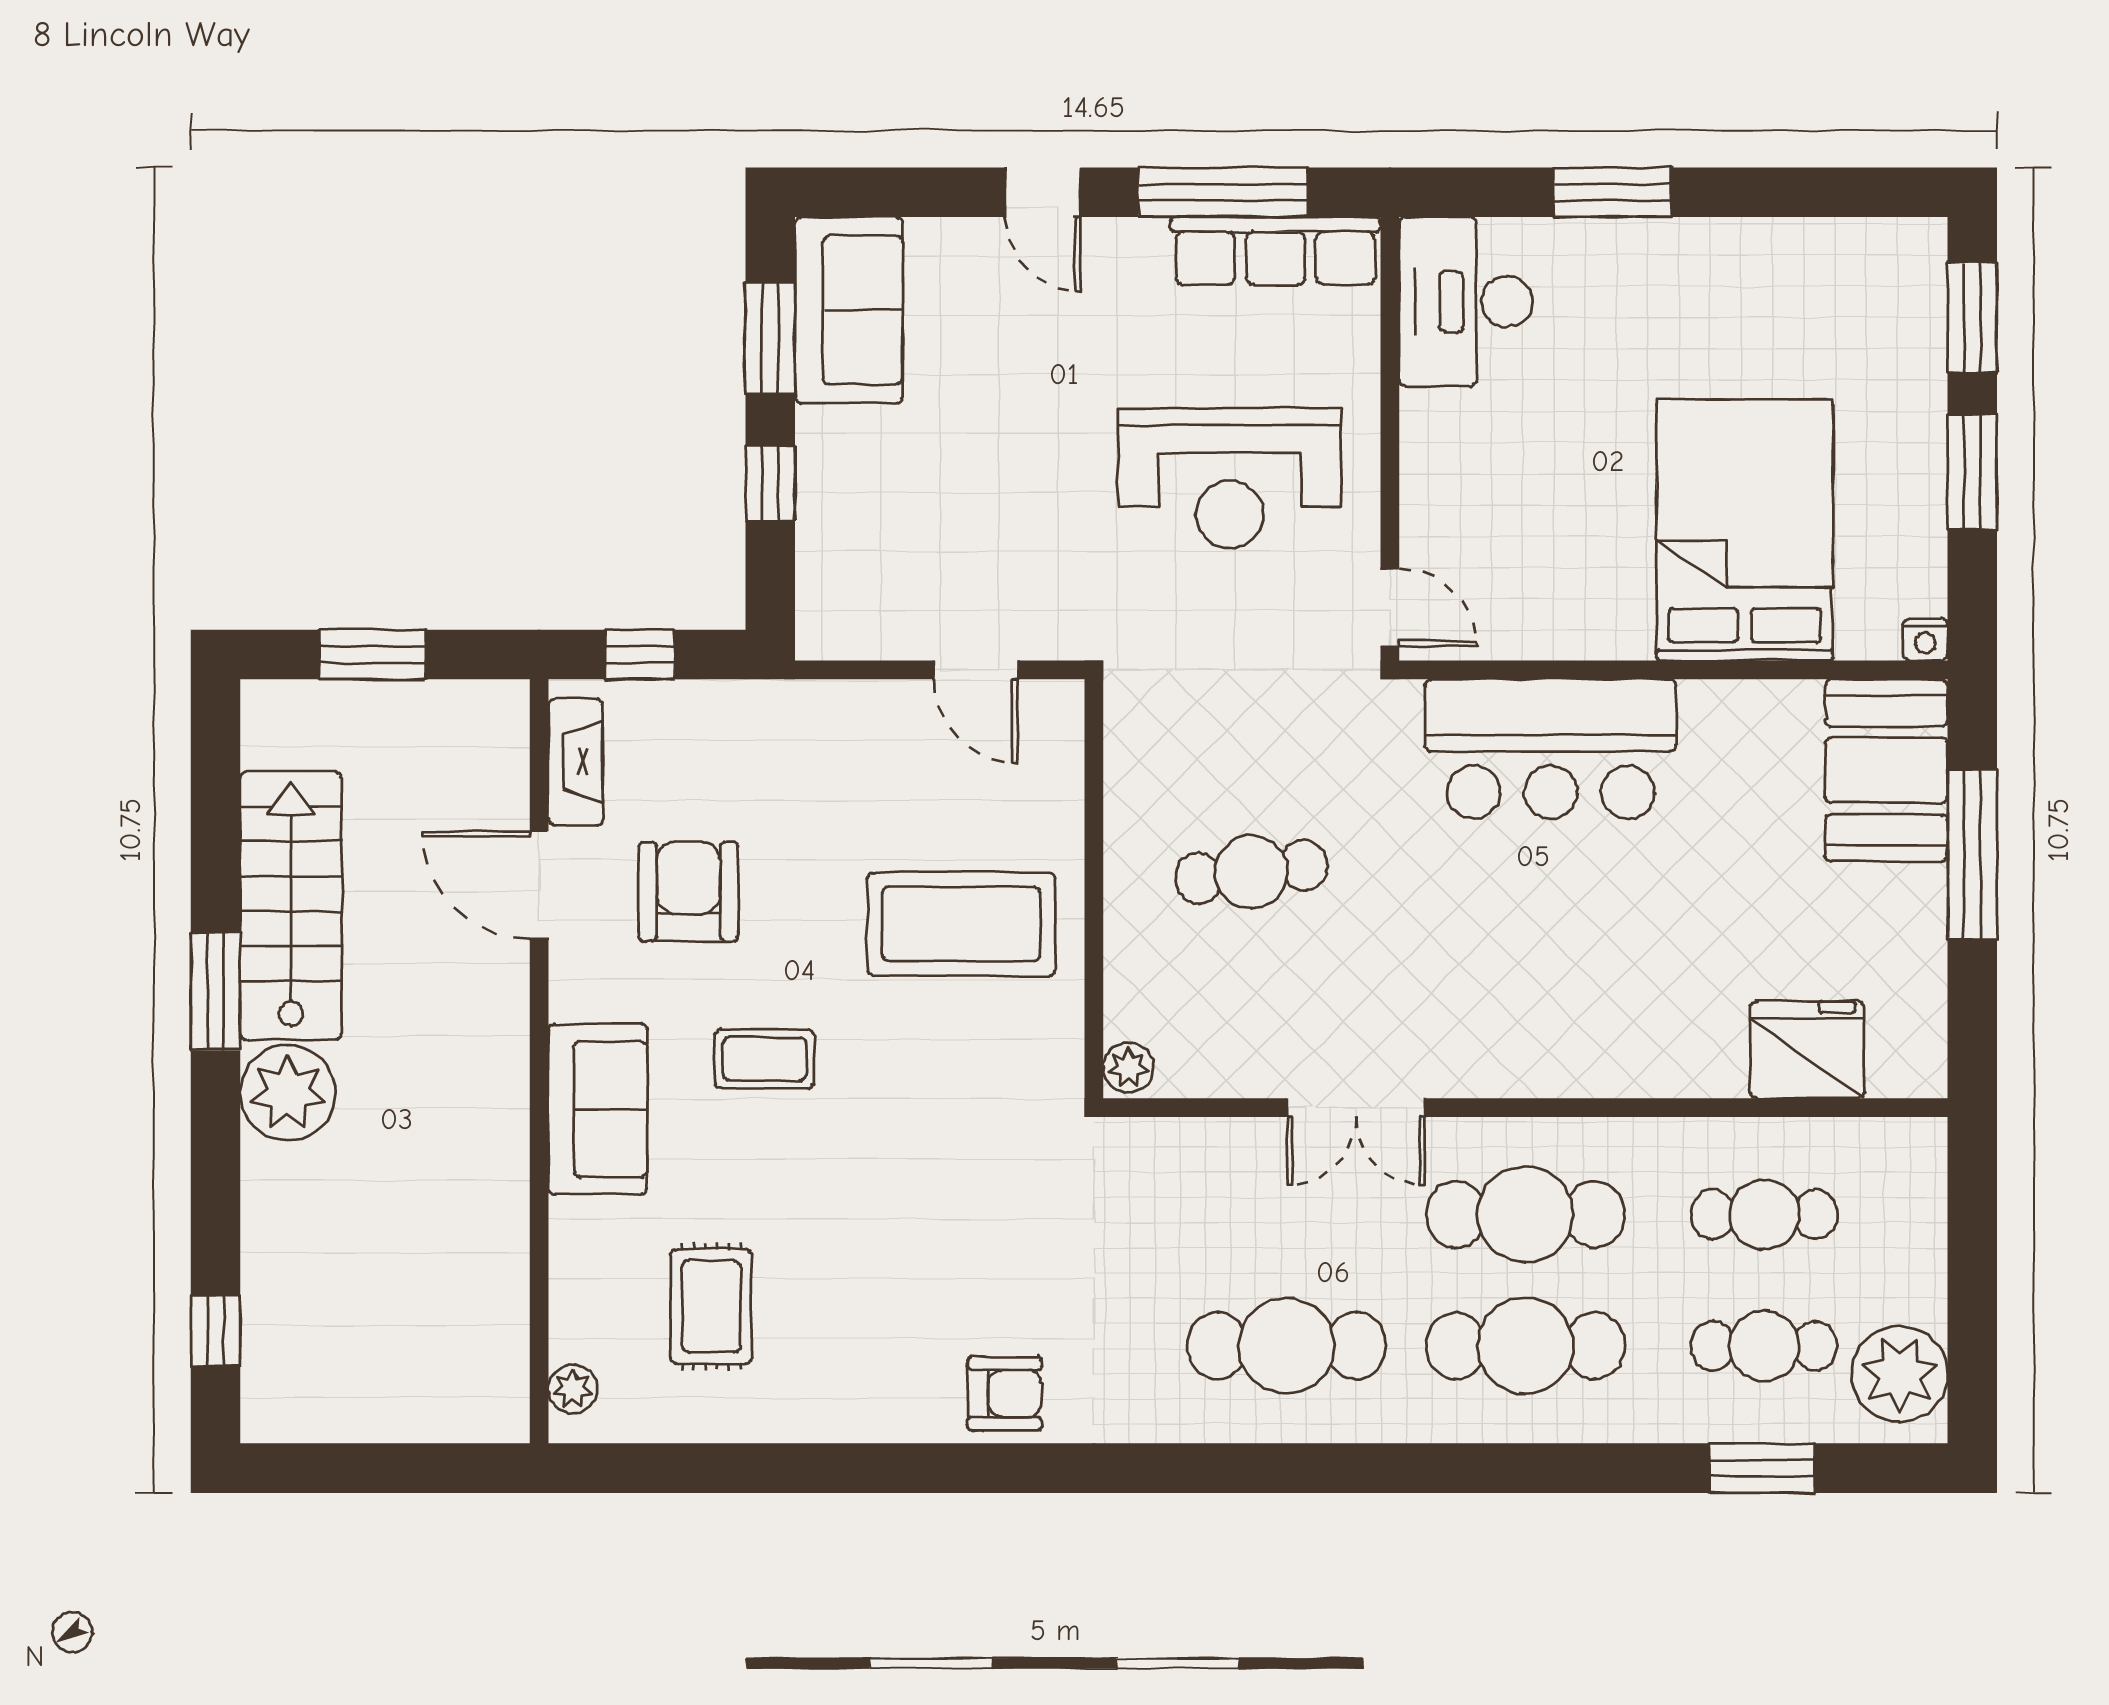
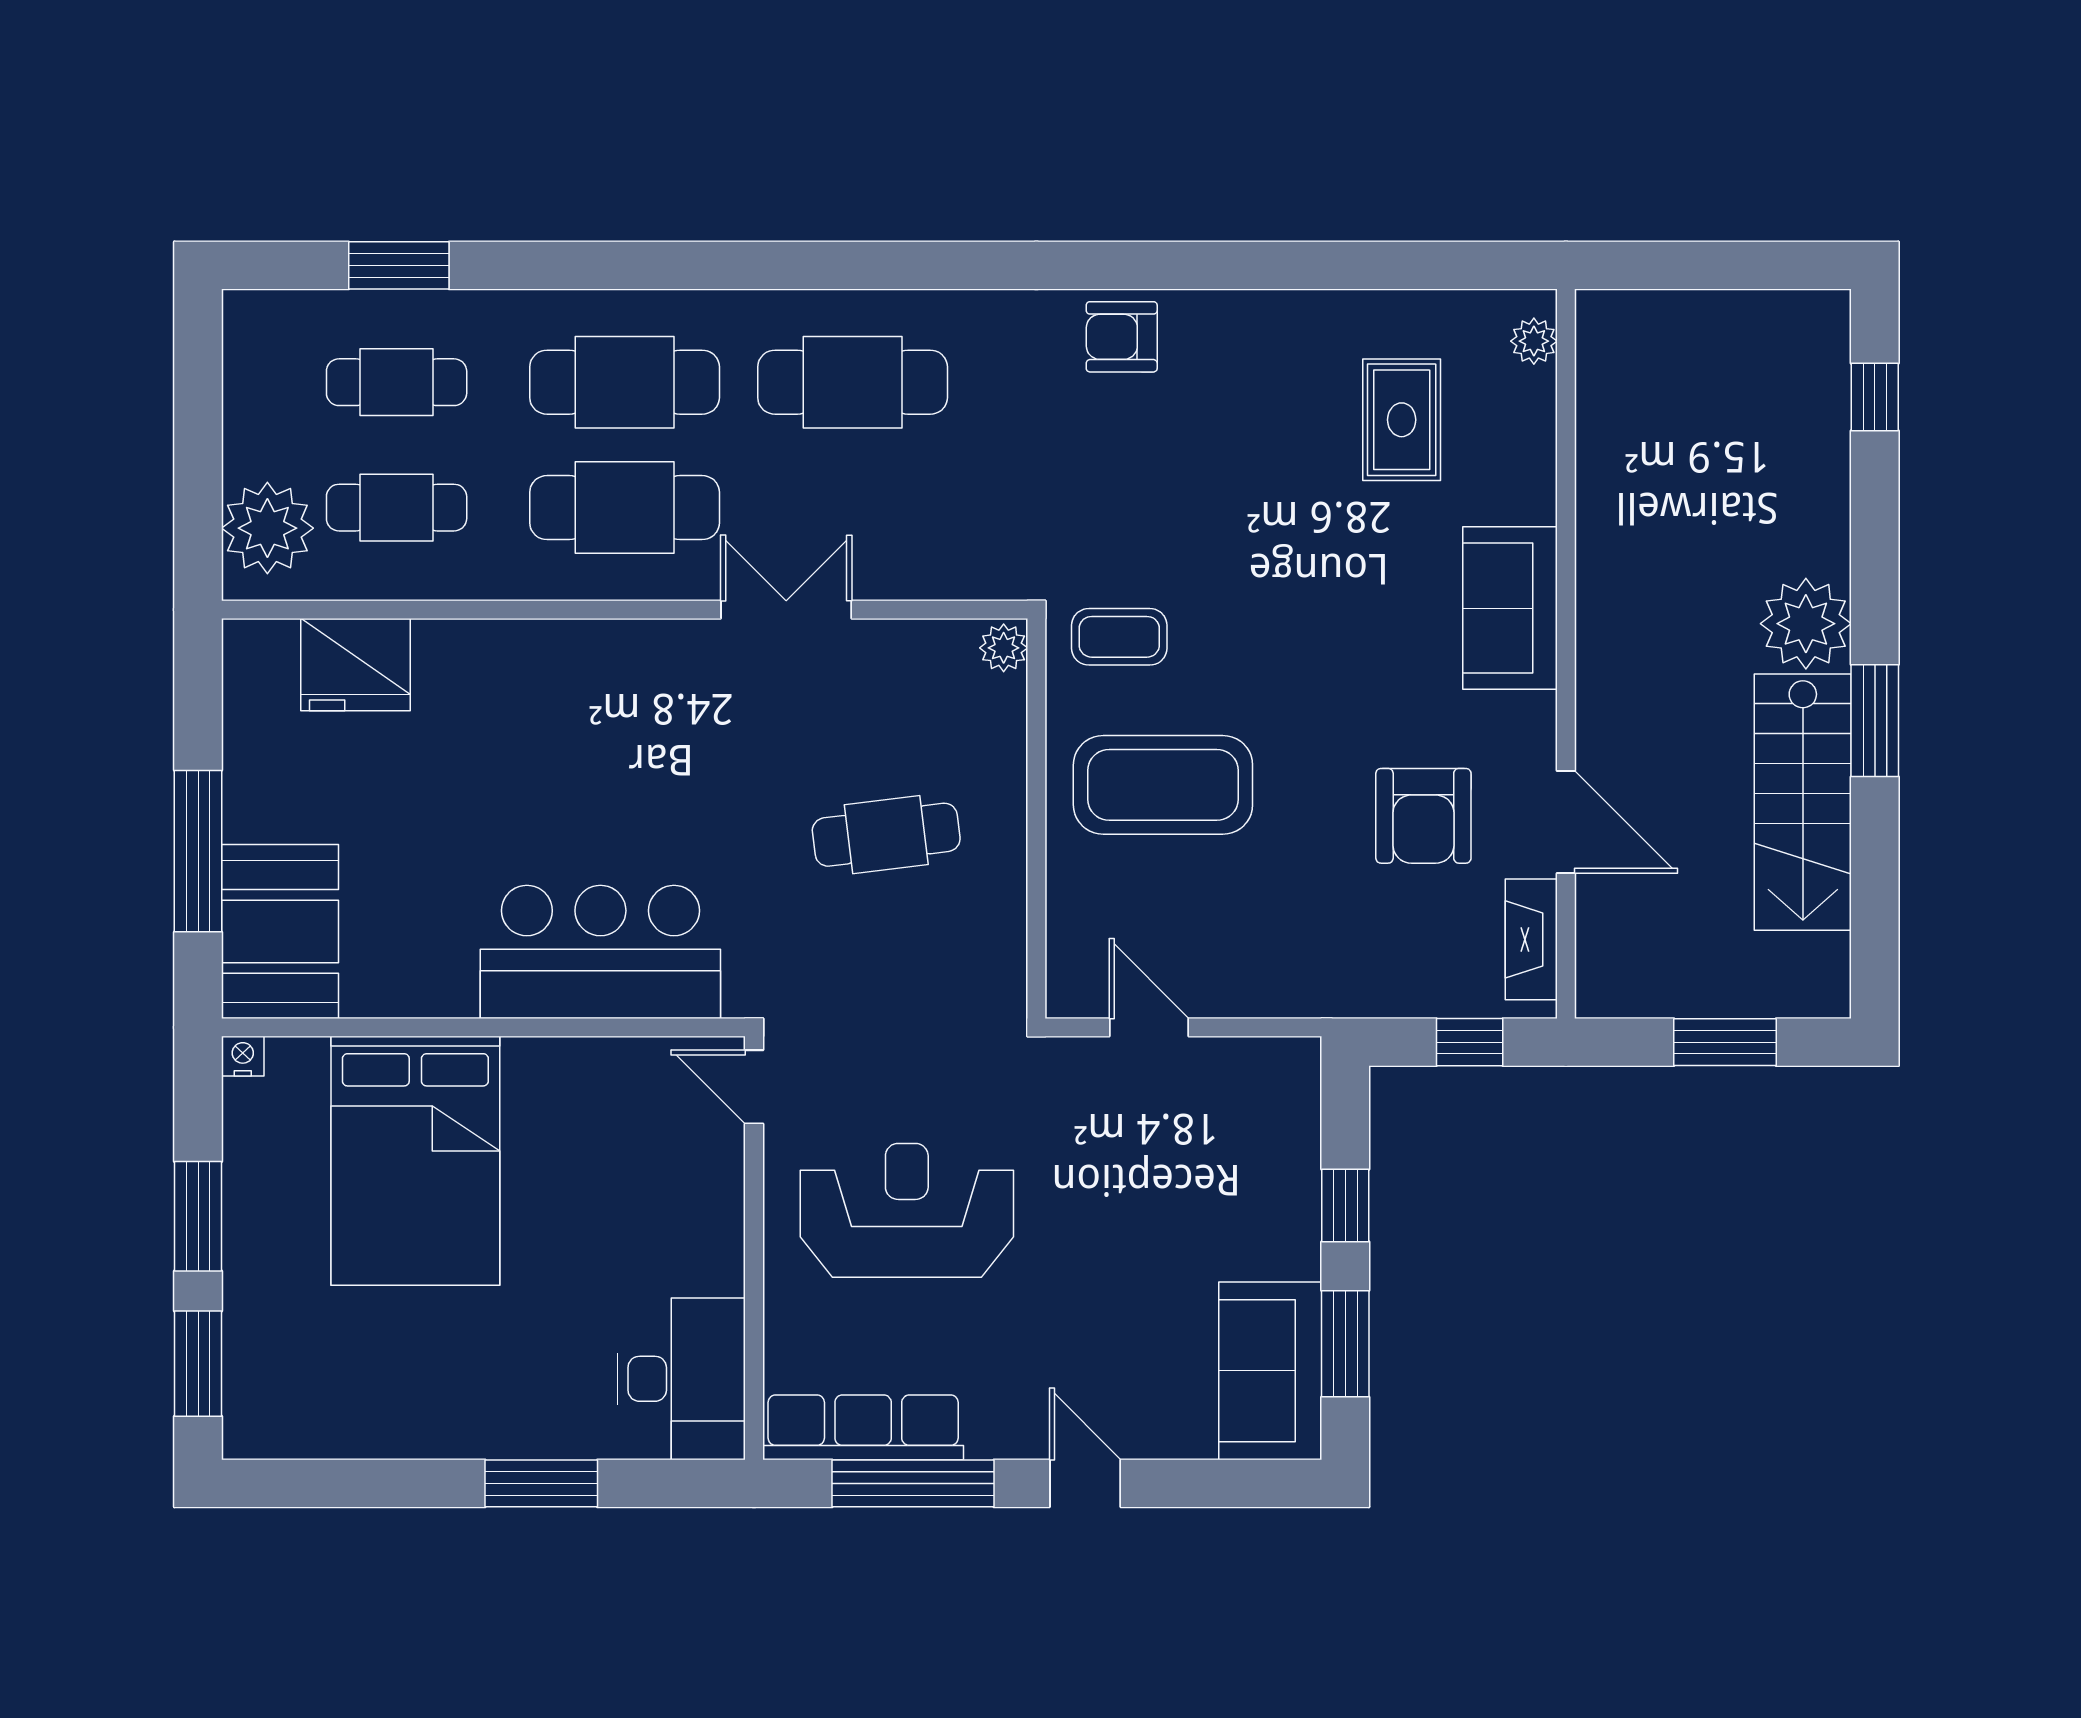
coffee table: (765, 1059) -> (1119, 637), moved
plant: (1900, 1374) -> (267, 528), moved

